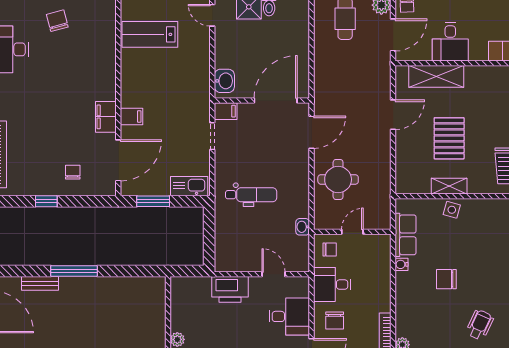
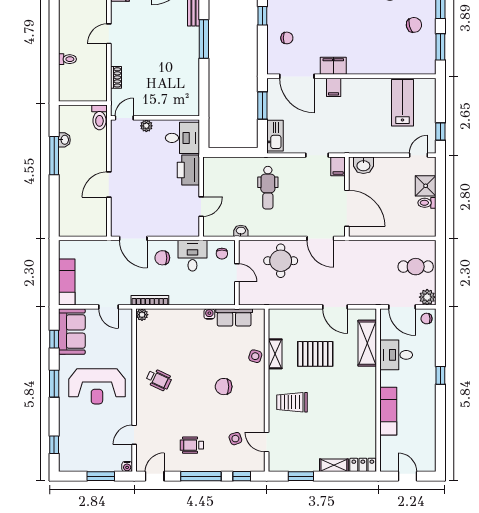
chair: (446, 279) -> (224, 387), moved, turned -90
desk: (289, 316) -> (182, 138), moved, turned -90

